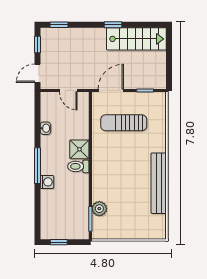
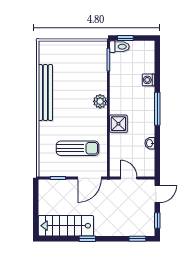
toilet: (78, 166) -> (119, 47), moved
washing machine: (47, 182) -> (148, 80), moved
plant: (99, 209) -> (100, 101), moved
window: (59, 242) -> (125, 38), moved

